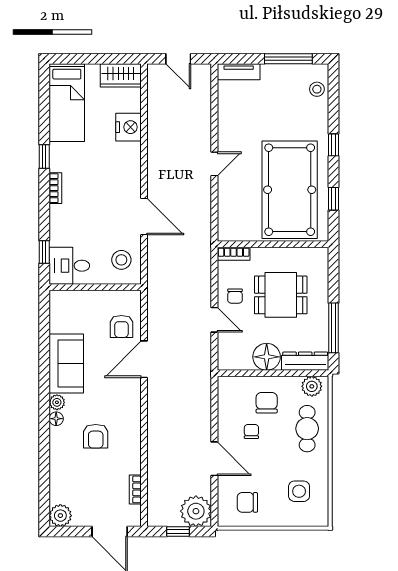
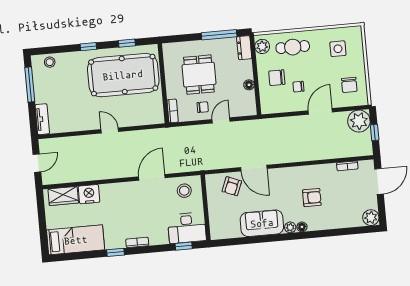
wardrobe: (121, 75) -> (63, 196), moved, turned 90
desk: (69, 266) -> (187, 228), width x1.37
armchair: (121, 326) -> (232, 186), turned 112
floor lamp: (267, 357) -> (249, 85), width x0.53, depth x0.53
dresser: (305, 361) -> (244, 48), width x0.70

